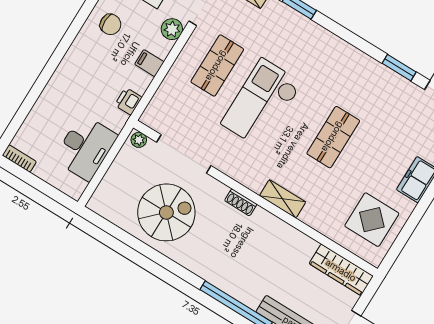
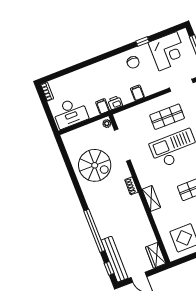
plant: (172, 29) -> (159, 85), removed
filing cabinet: (114, 120) -> (103, 106), added
desk: (85, 148) -> (70, 113), moved
wardrobe: (341, 270) -> (156, 255), width x0.67

